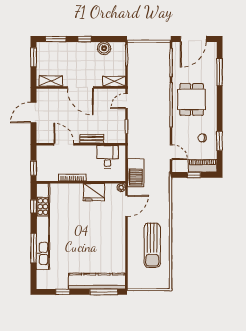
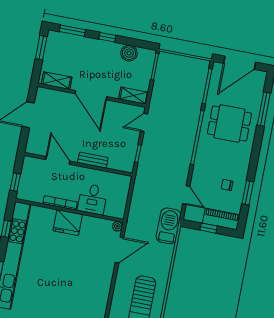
dining table: (192, 99) -> (229, 123), moved, turned 90
desk: (108, 157) -> (93, 199), moved, turned 180
barbecue: (136, 173) -> (169, 226), moved, turned 180
fridge: (94, 192) -> (68, 223), moved

